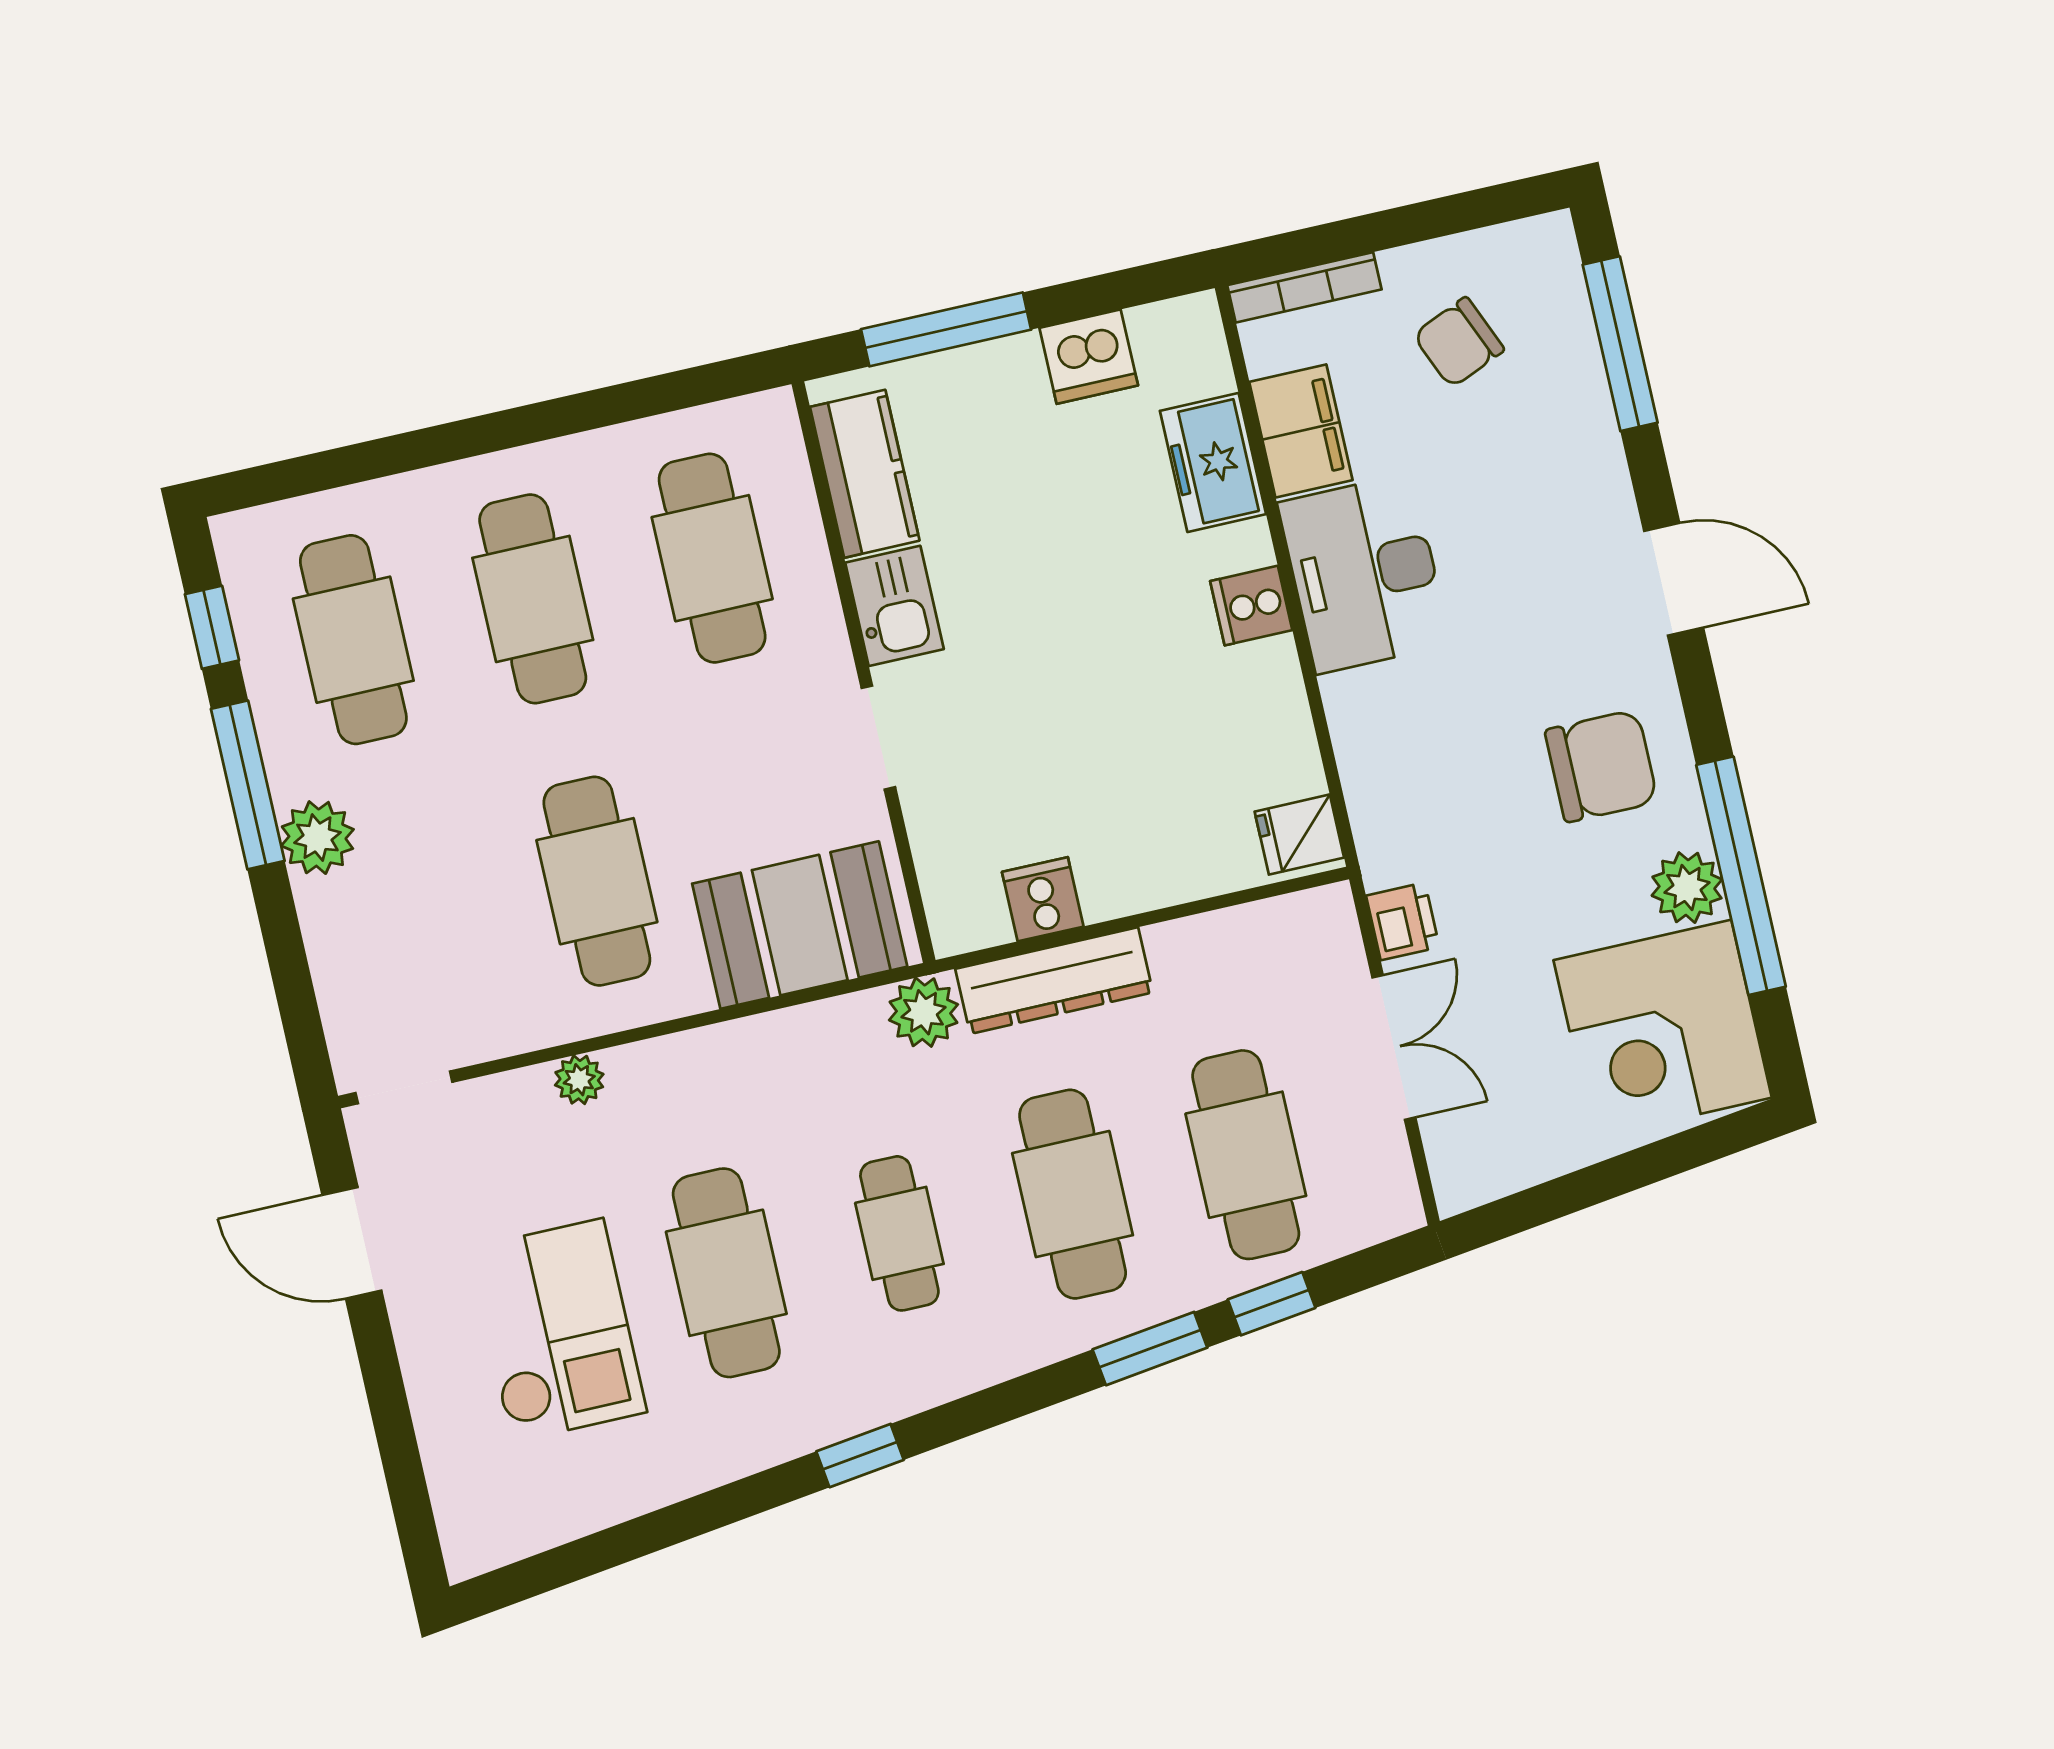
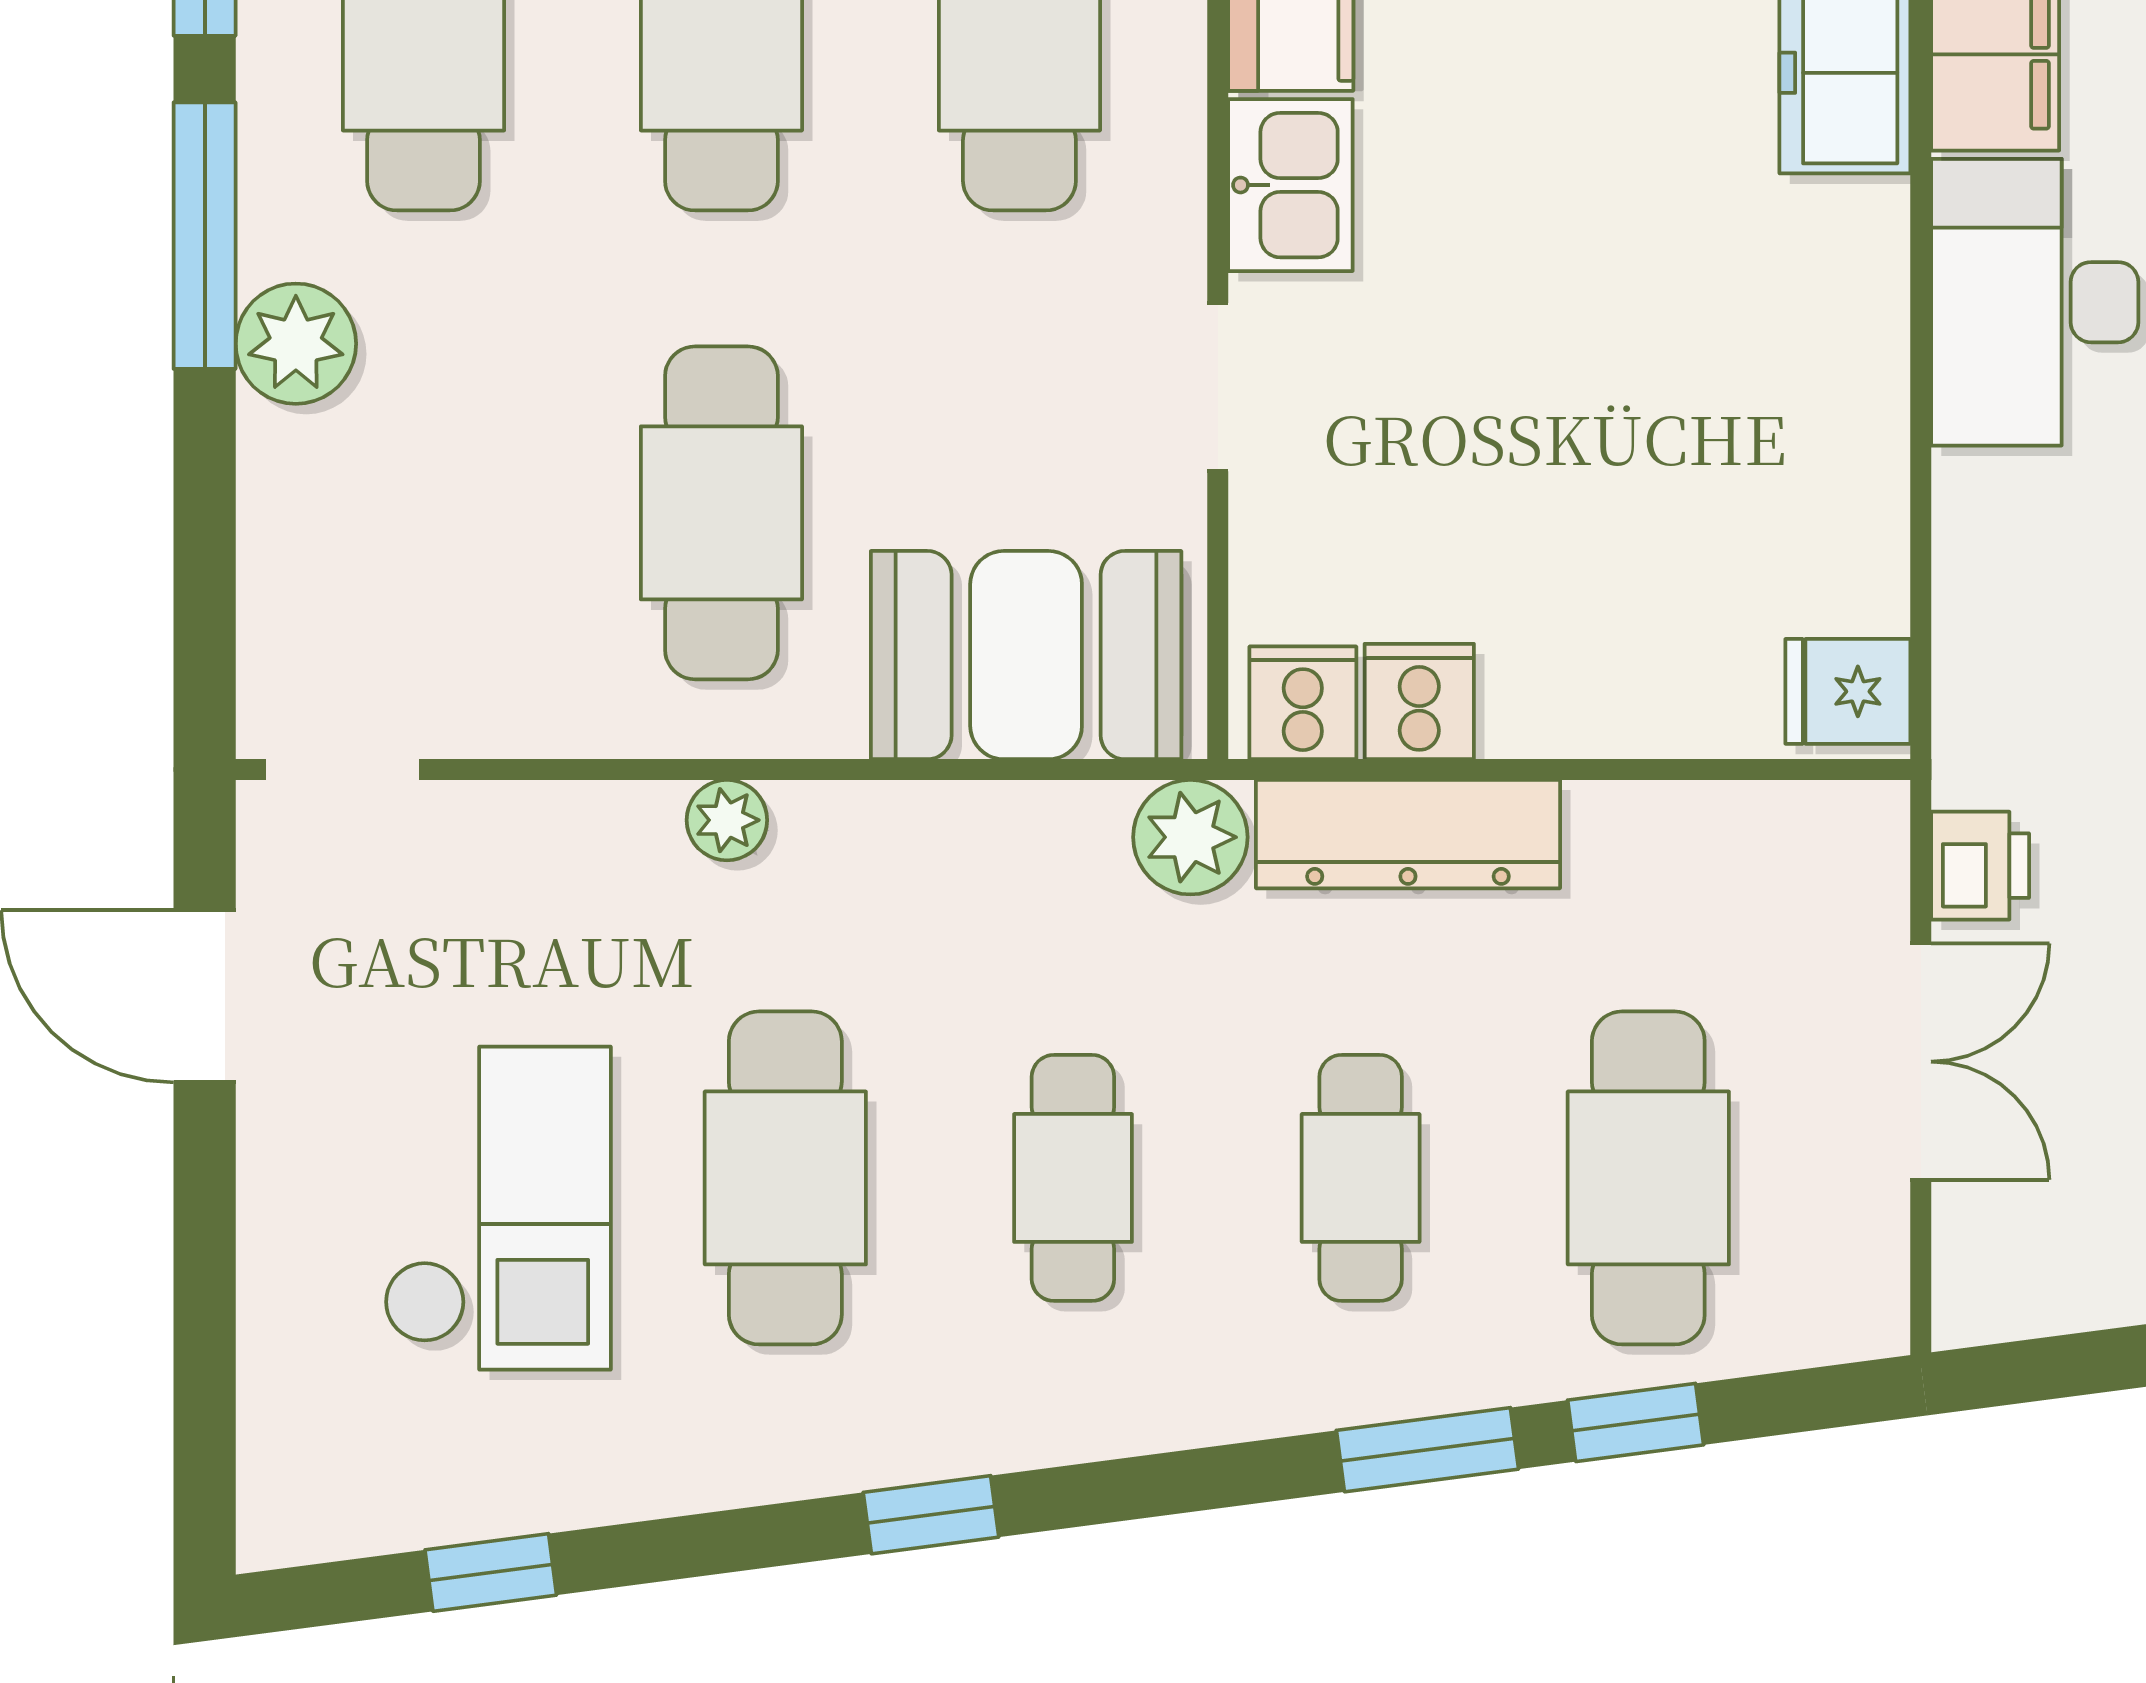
cooker: (1251, 606) -> (1303, 703), moved, turned 90
plant: (579, 1080) -> (727, 820), moved
cafe table: (1073, 1194) -> (1361, 1178), width x0.73, depth x0.74
window: (603, 1551) -> (491, 1572), added

